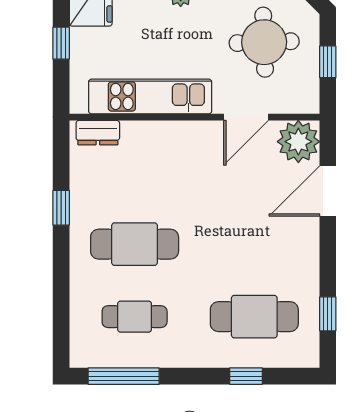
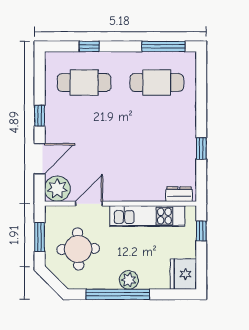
window: (61, 43) -> (201, 231), moved
window: (328, 62) -> (40, 237), width x1.50
cafe table: (135, 244) -> (157, 126), removed
window: (328, 314) -> (40, 116), moved
cafe table: (135, 317) -> (157, 83), width x1.37, depth x1.35

